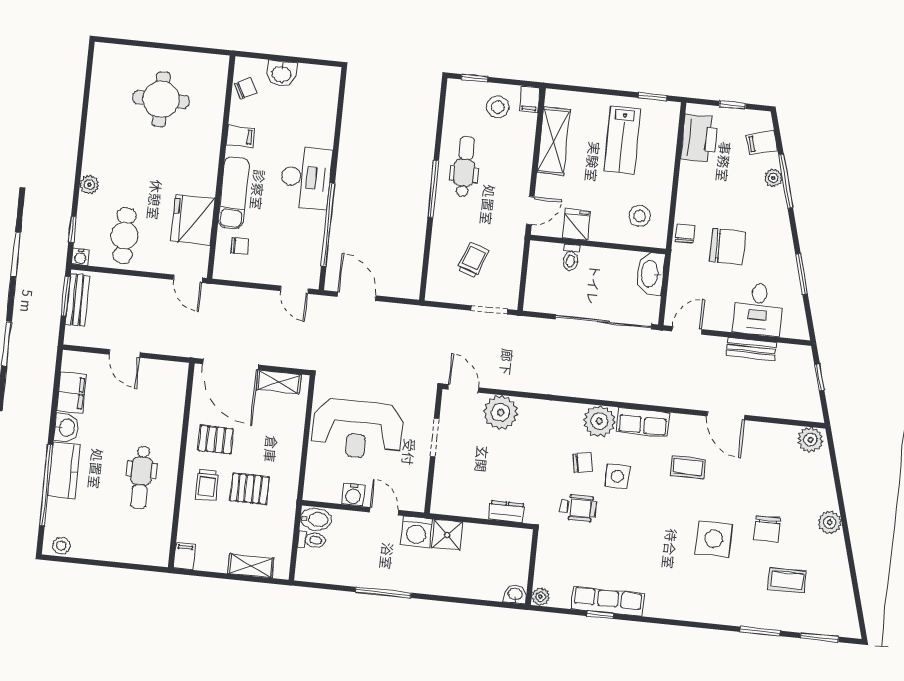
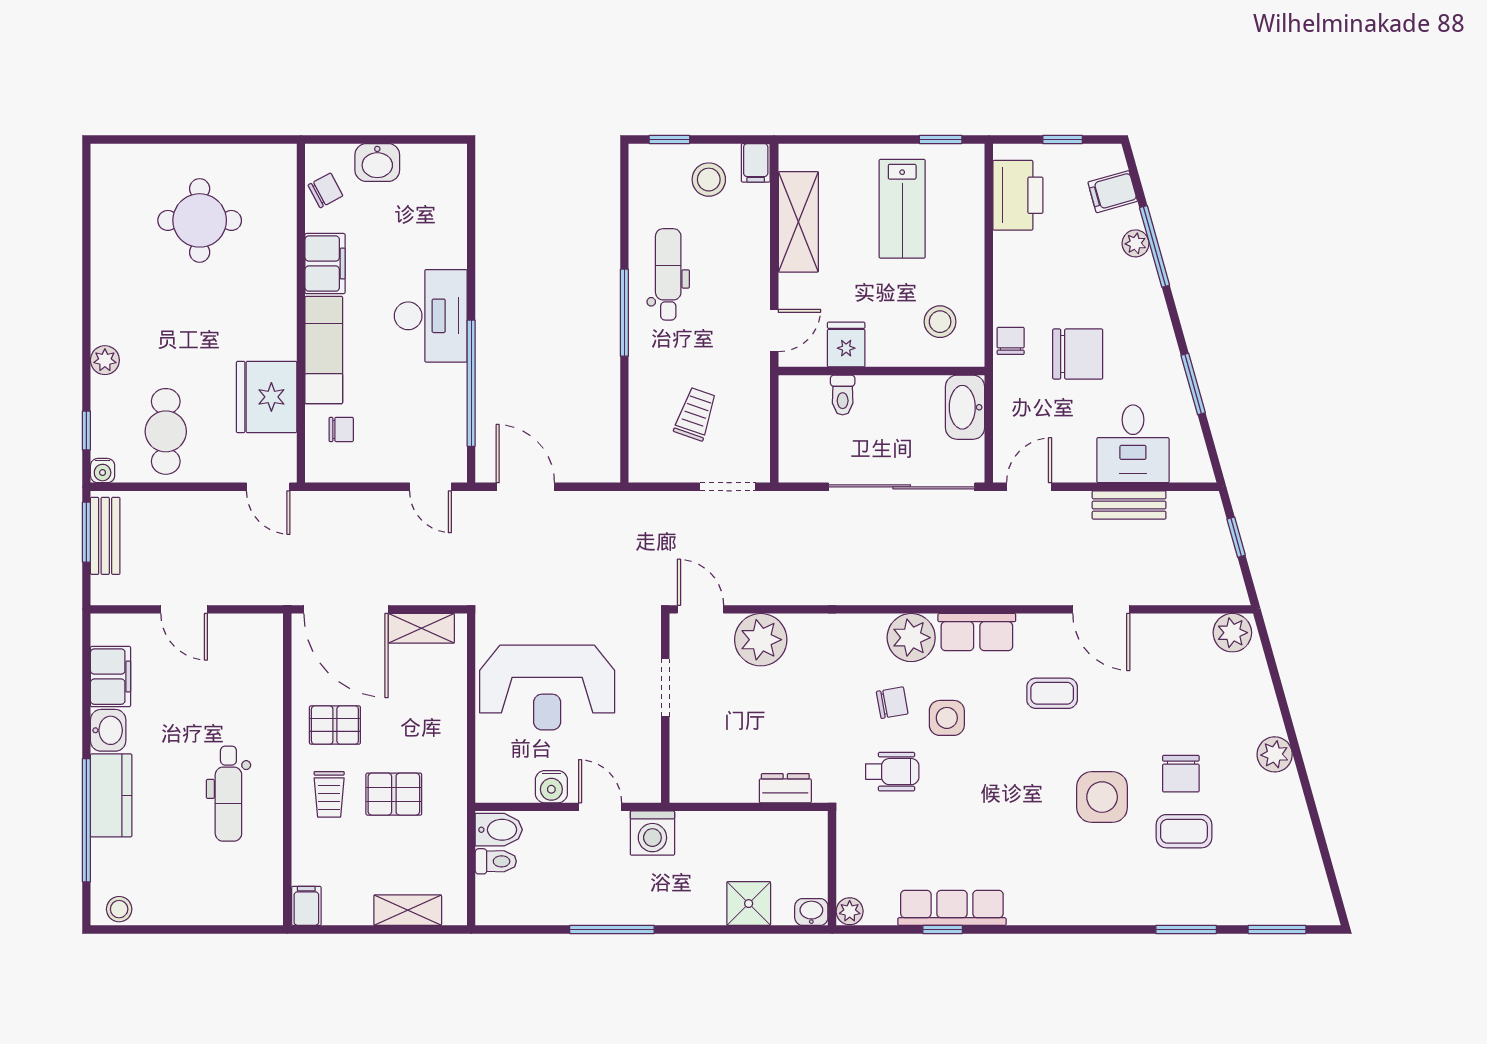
filing cabinet: (240, 136) -> (325, 264), width x2.00
shower: (447, 535) -> (749, 904), moved
coffee table: (787, 580) -> (1184, 831), moved

